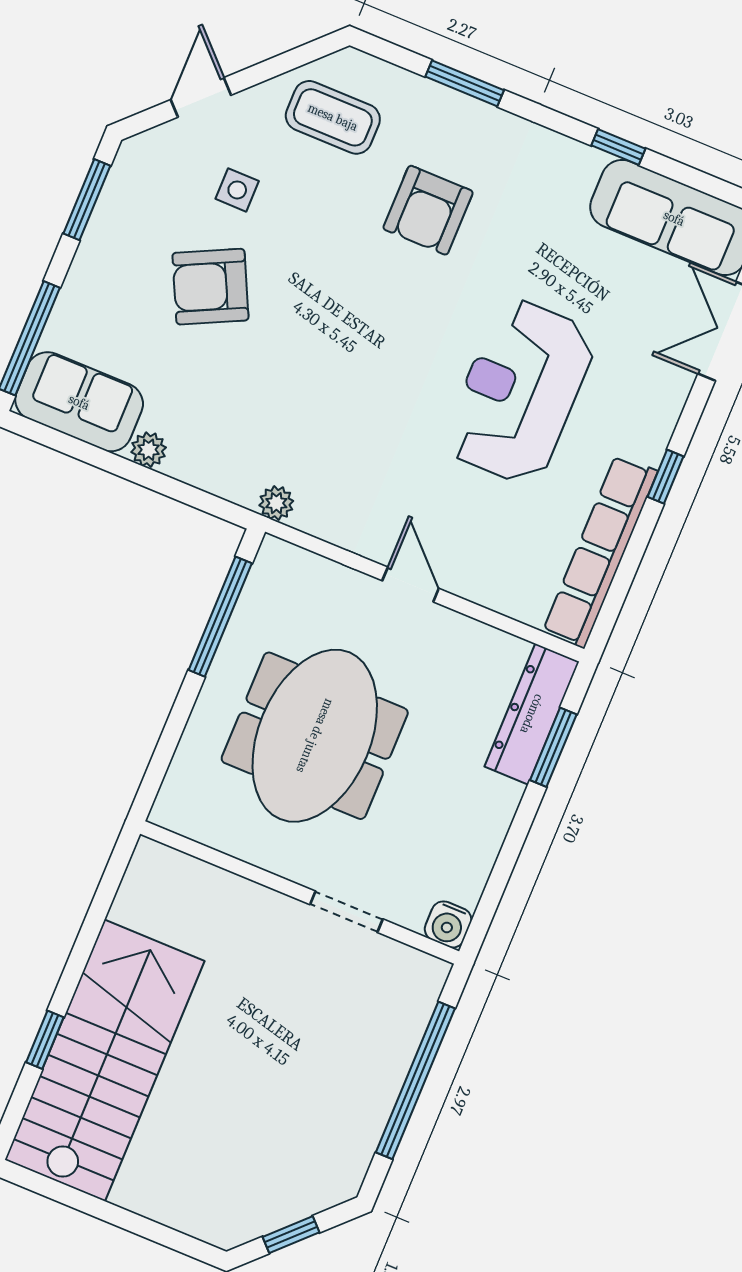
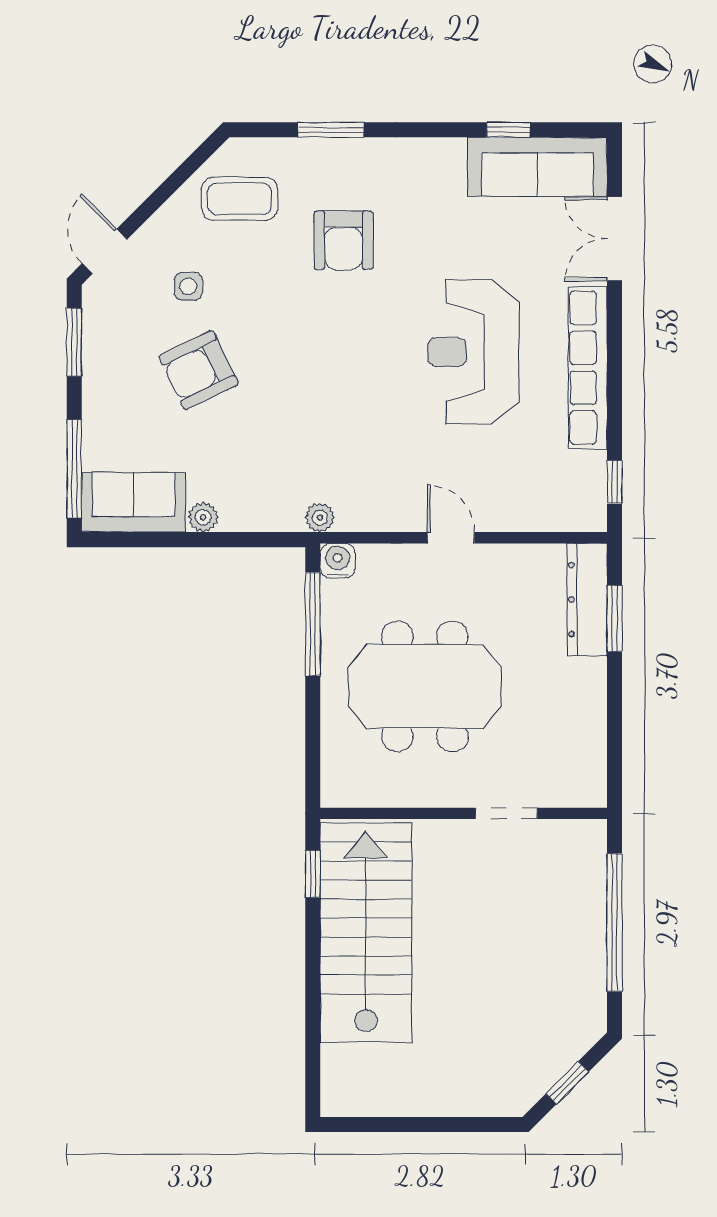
door: (201, 97) -> (105, 251), moved
window: (618, 147) -> (508, 130), moved
window: (665, 477) -> (615, 482), moved
row of seats: (600, 551) -> (588, 368), moved
meeting table: (315, 736) -> (425, 686), turned 90
water cooler: (448, 924) -> (338, 561), moved, turned 180
window: (45, 1040) -> (313, 874), moved
stairs: (105, 1060) -> (366, 933), moved

